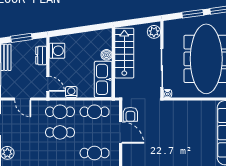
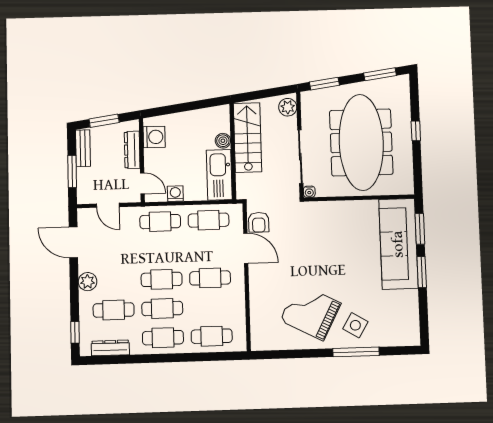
window: (193, 14) -> (324, 84), moved
dresser: (41, 55) -> (132, 150), width x1.44
cafe table: (60, 132) -> (162, 279), moved

